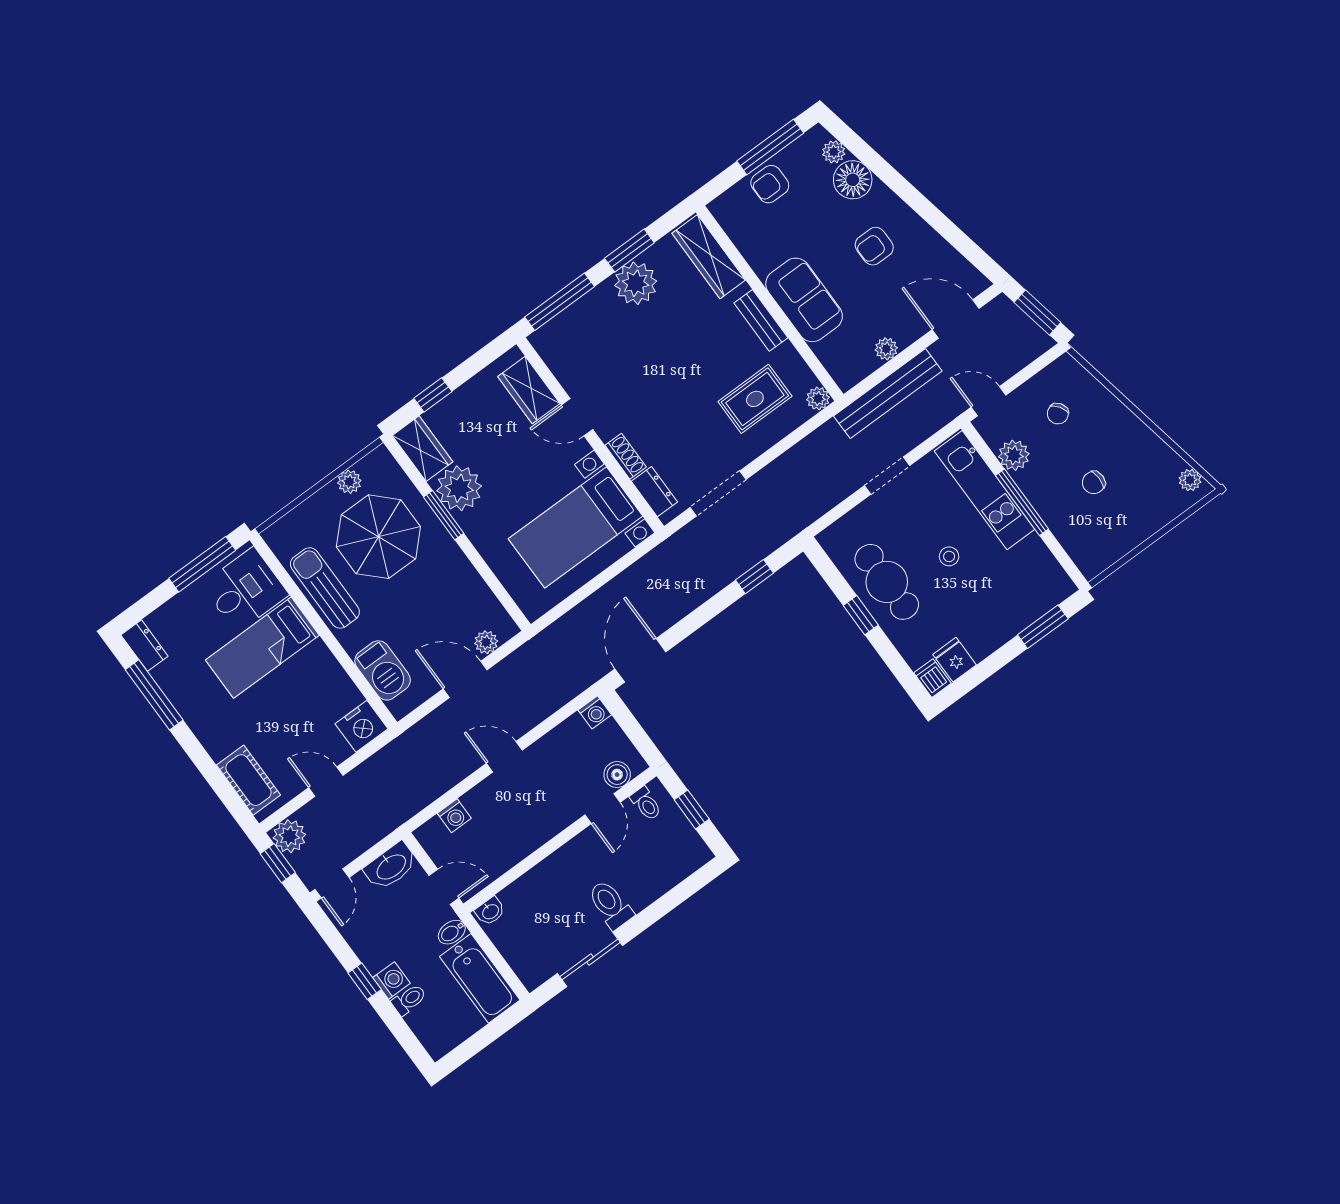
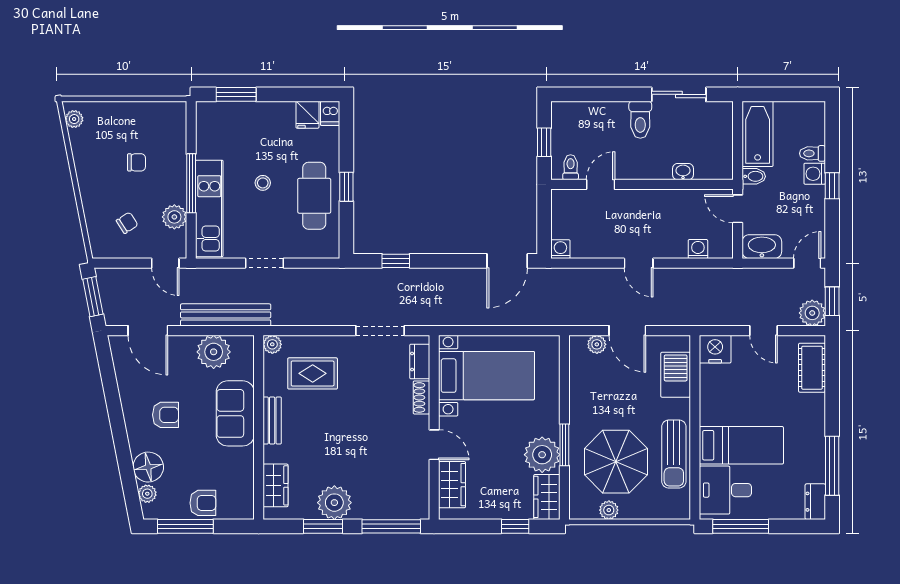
wardrobe: (709, 257) -> (276, 485), width x0.67
plant: (886, 349) -> (214, 352), width x1.88, depth x1.88
boiler: (617, 775) -> (575, 199), removed
washbasin: (490, 911) -> (683, 172), moved

